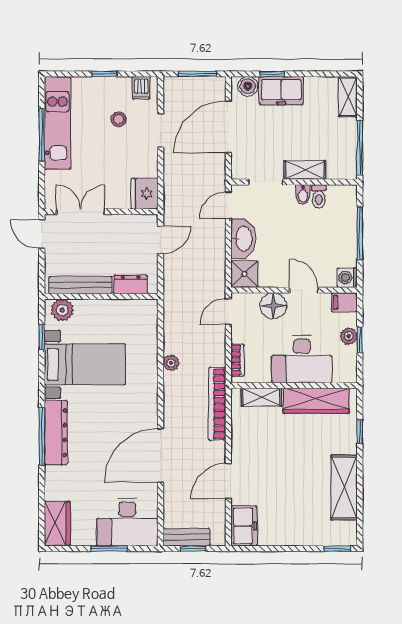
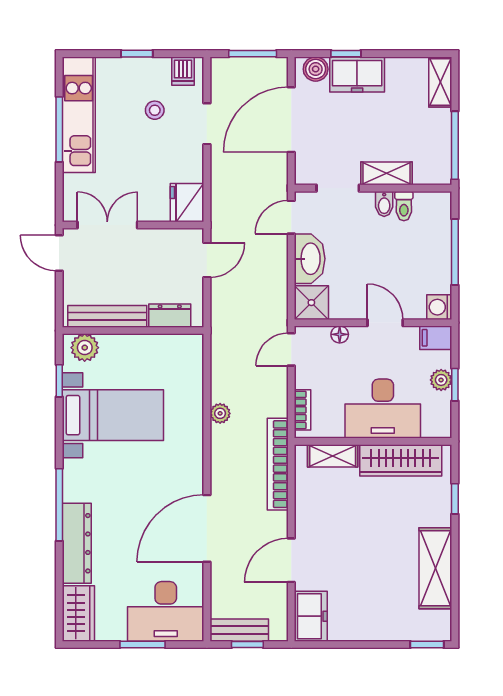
floor lamp: (273, 306) -> (340, 334), width x0.53, depth x0.53
dresser: (56, 433) -> (77, 543), moved

